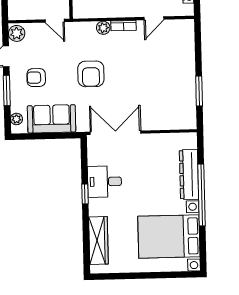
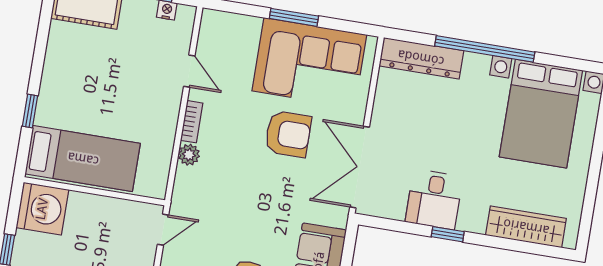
armchair: (91, 74) -> (288, 134), moved
corner sofa: (173, 90) -> (309, 63), added
window: (199, 91) -> (294, 17), moved
dresser: (189, 174) -> (421, 58), moved

